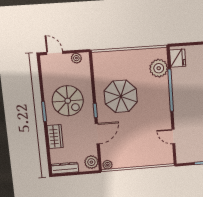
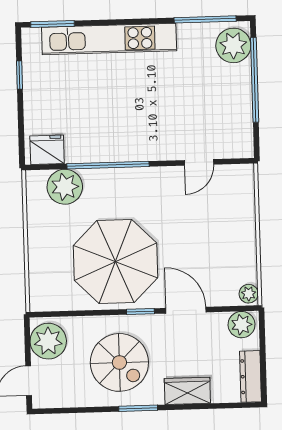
plant: (76, 58) -> (48, 341), width x1.87, depth x1.87
parasol: (121, 96) -> (115, 262), width x1.36, depth x1.36
spiral stairs: (68, 101) -> (119, 362), turned 90

